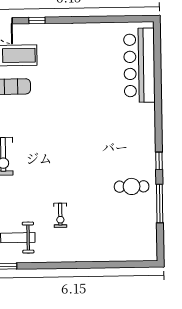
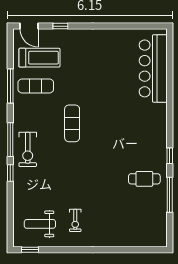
exercise mat: (51, 127) -> (72, 123), added
exercise bike: (60, 215) -> (75, 220), moved

